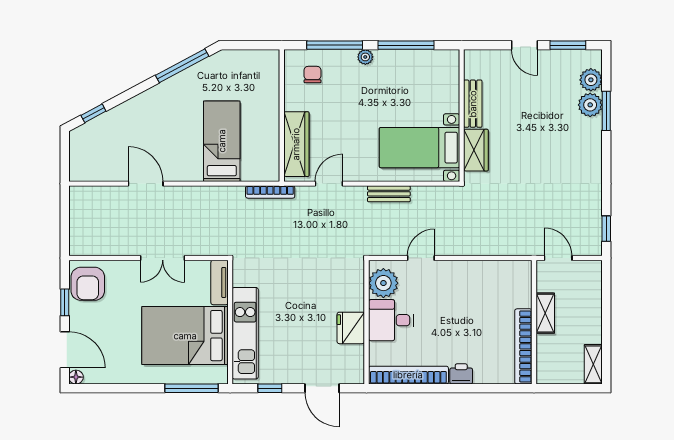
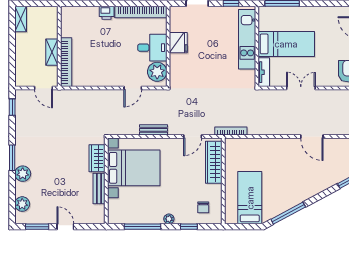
window: (335, 45) -> (189, 227), width x0.46
plant: (590, 105) -> (23, 174), moved
window: (606, 111) -> (12, 158), moved
bed: (222, 141) -> (250, 198), moved, turned 180
bed with nightstands: (419, 148) -> (134, 168), width x1.36
bed: (185, 336) -> (286, 44), width x0.67
bookcase: (523, 346) -> (66, 62), moved

